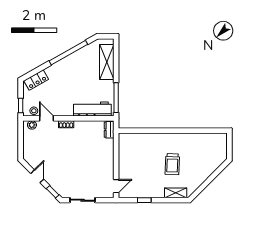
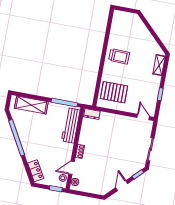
pallet: (137, 149) -> (114, 92), added
trolley: (172, 164) -> (119, 56), moved
door: (37, 176) -> (122, 186), hinge flipped

